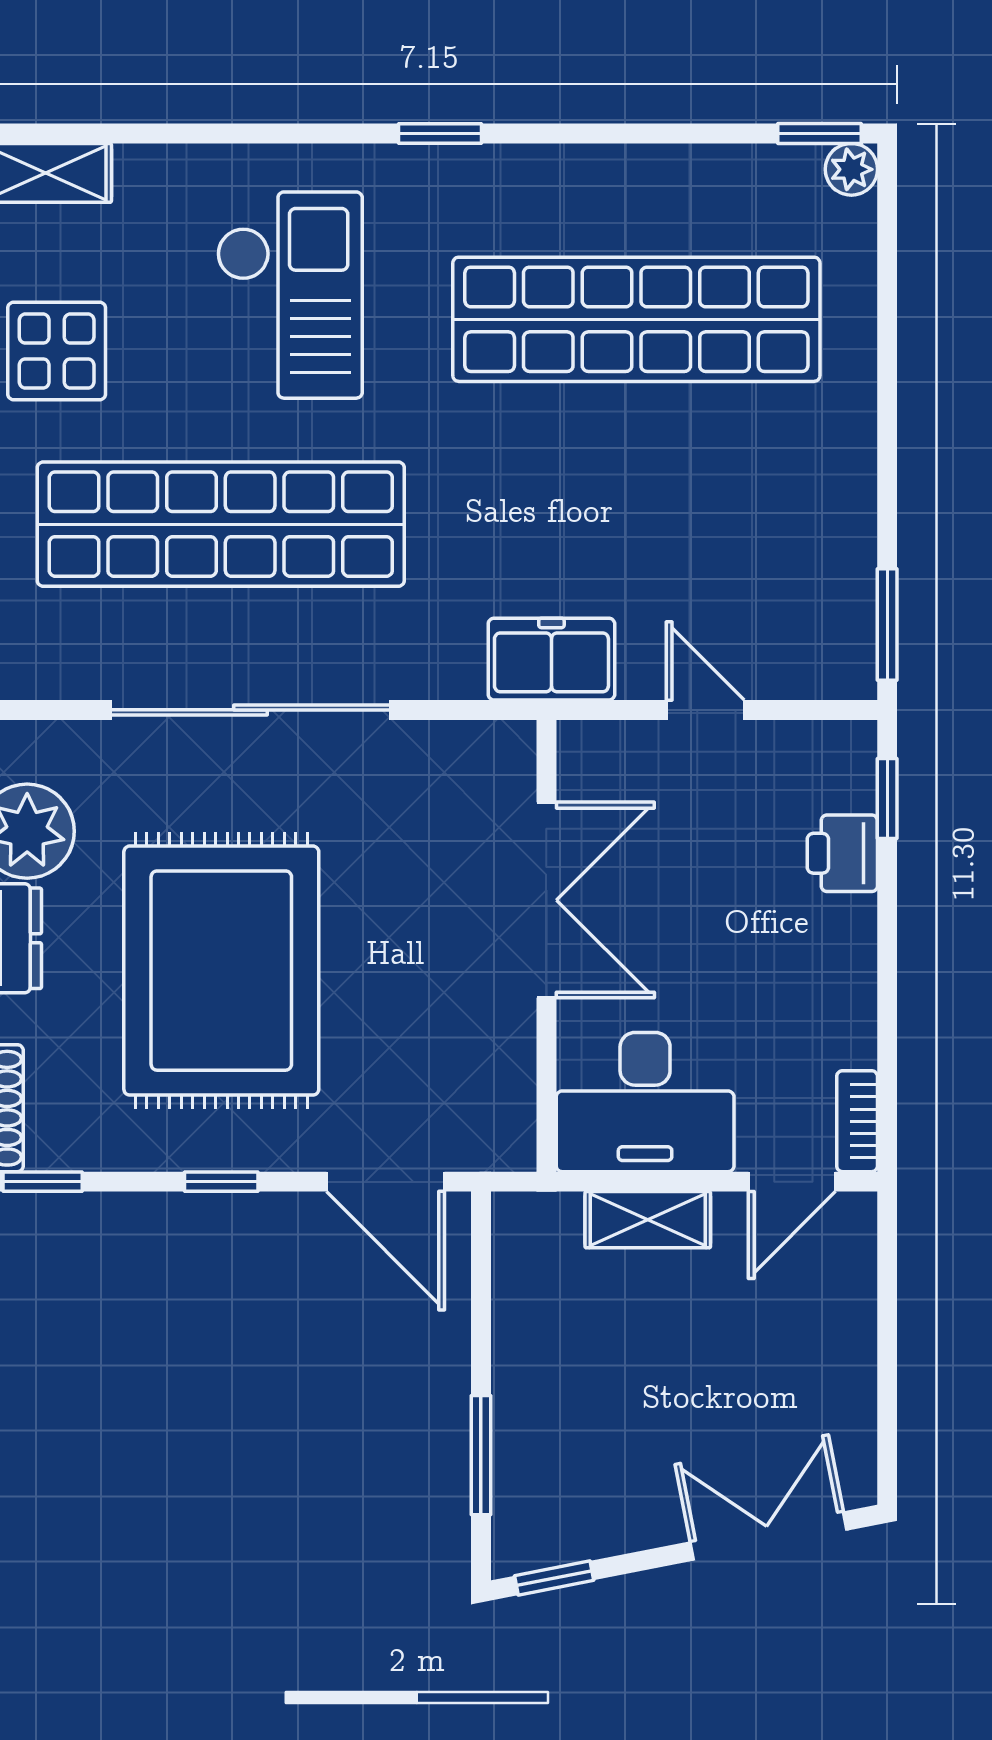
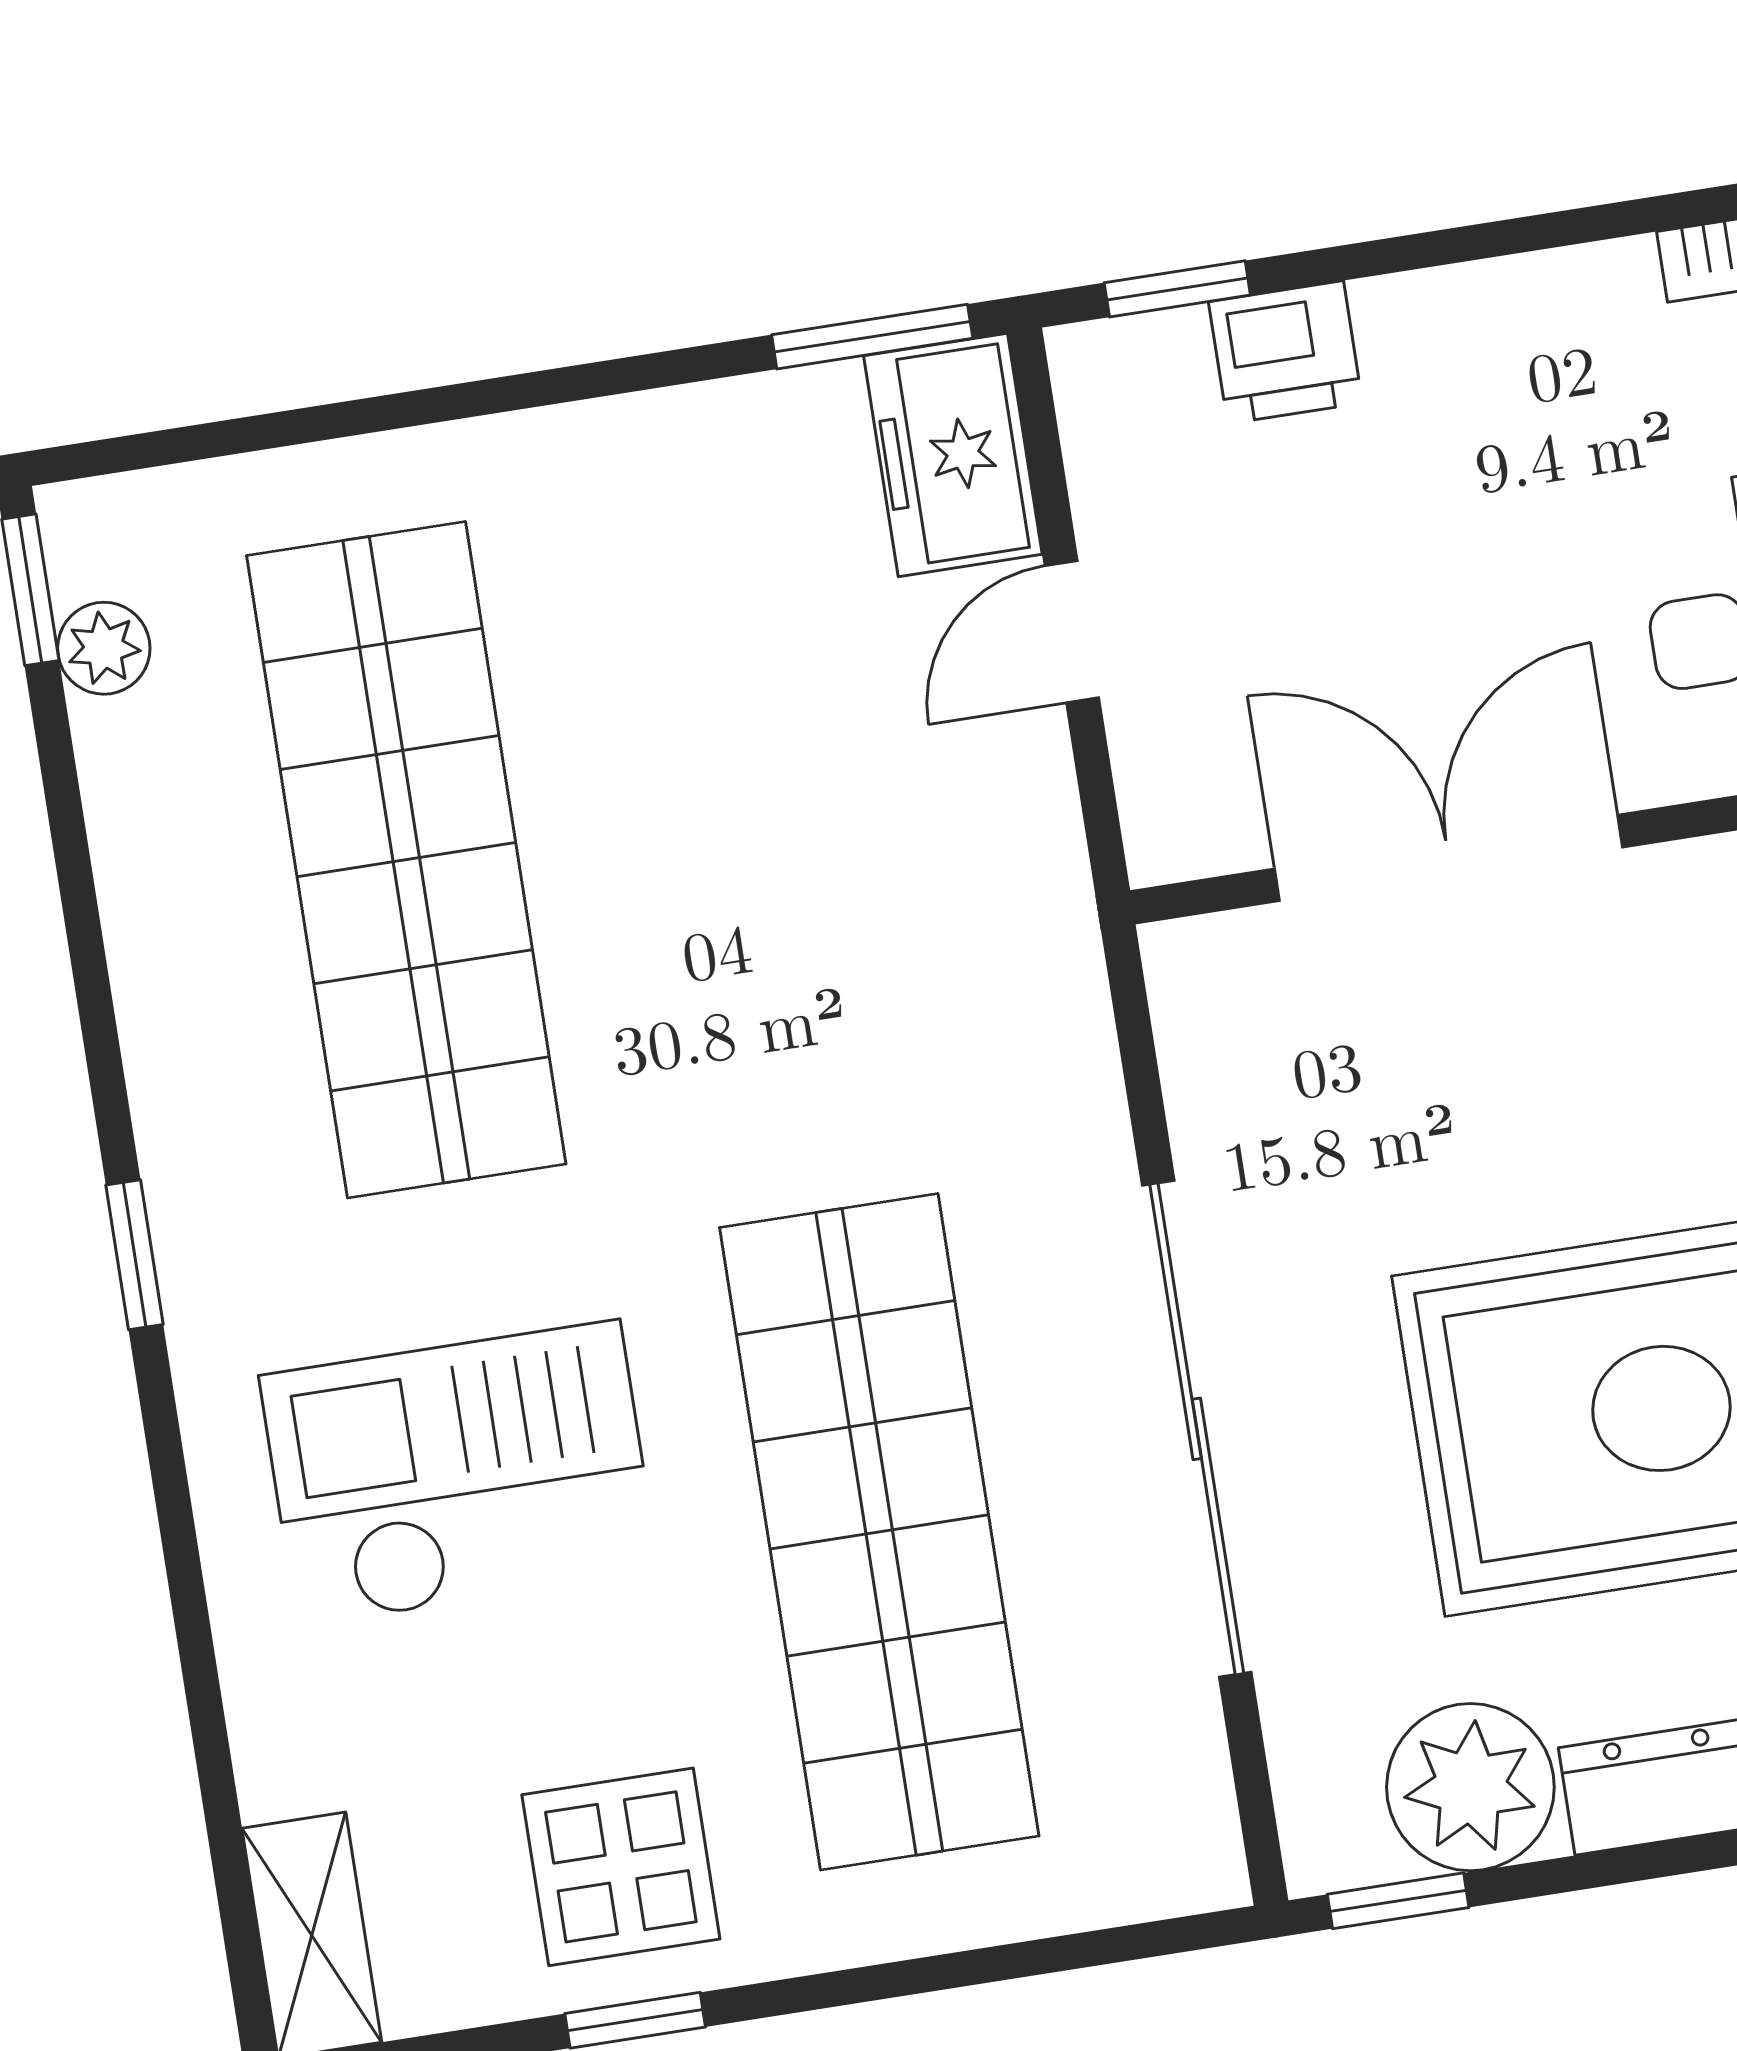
plant: (851, 169) -> (104, 648), moved
freezer: (551, 659) -> (953, 455), moved

